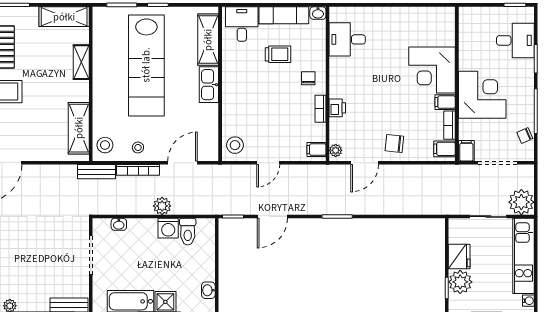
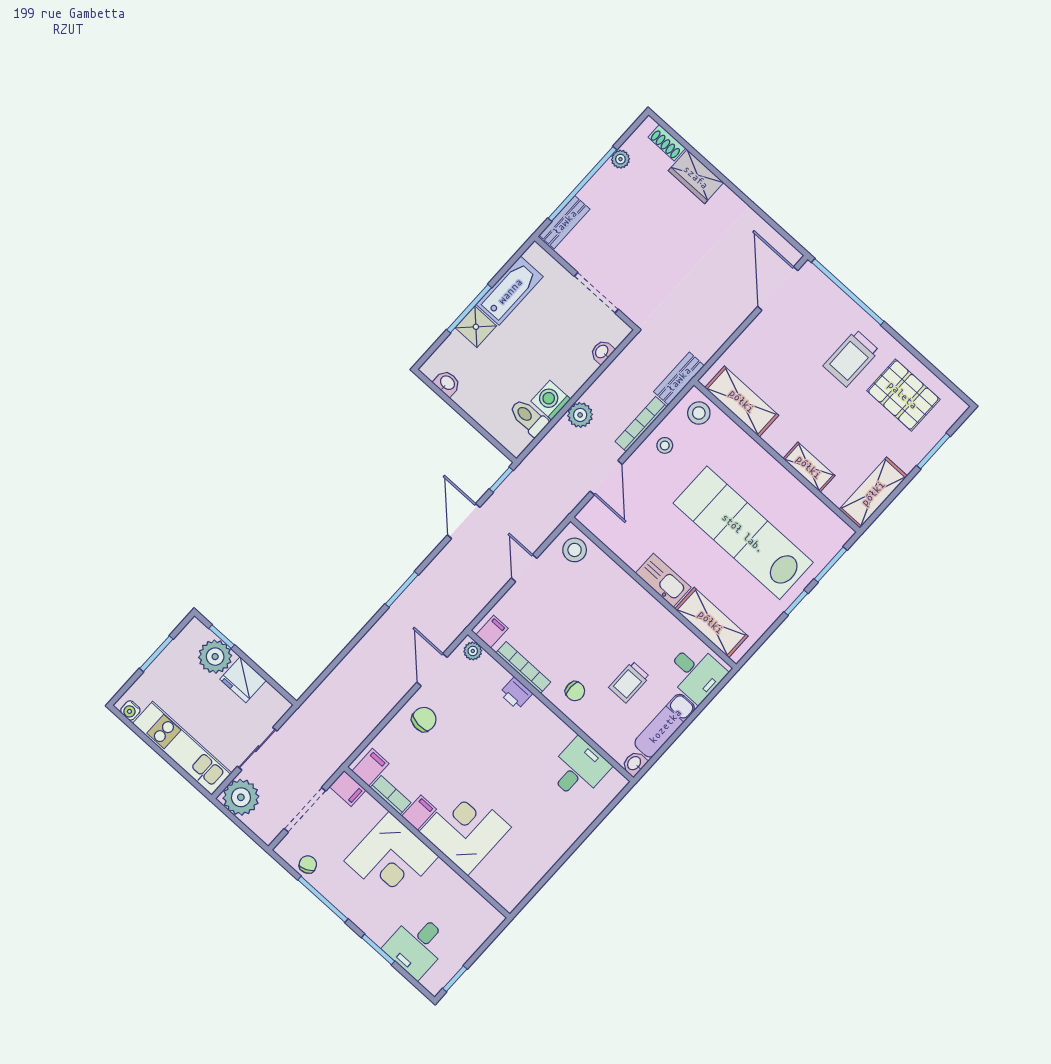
bookcase: (320, 109) -> (523, 668), width x1.56

